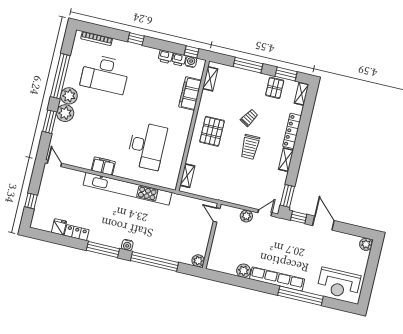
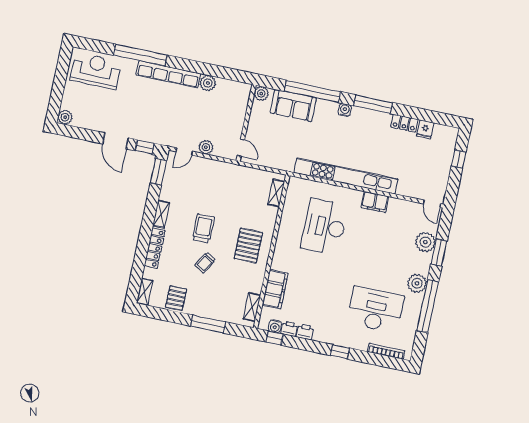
window: (286, 74) -> (163, 315), removed
plant: (65, 113) -> (425, 242), moved
sofa: (171, 250) -> (293, 105), added

